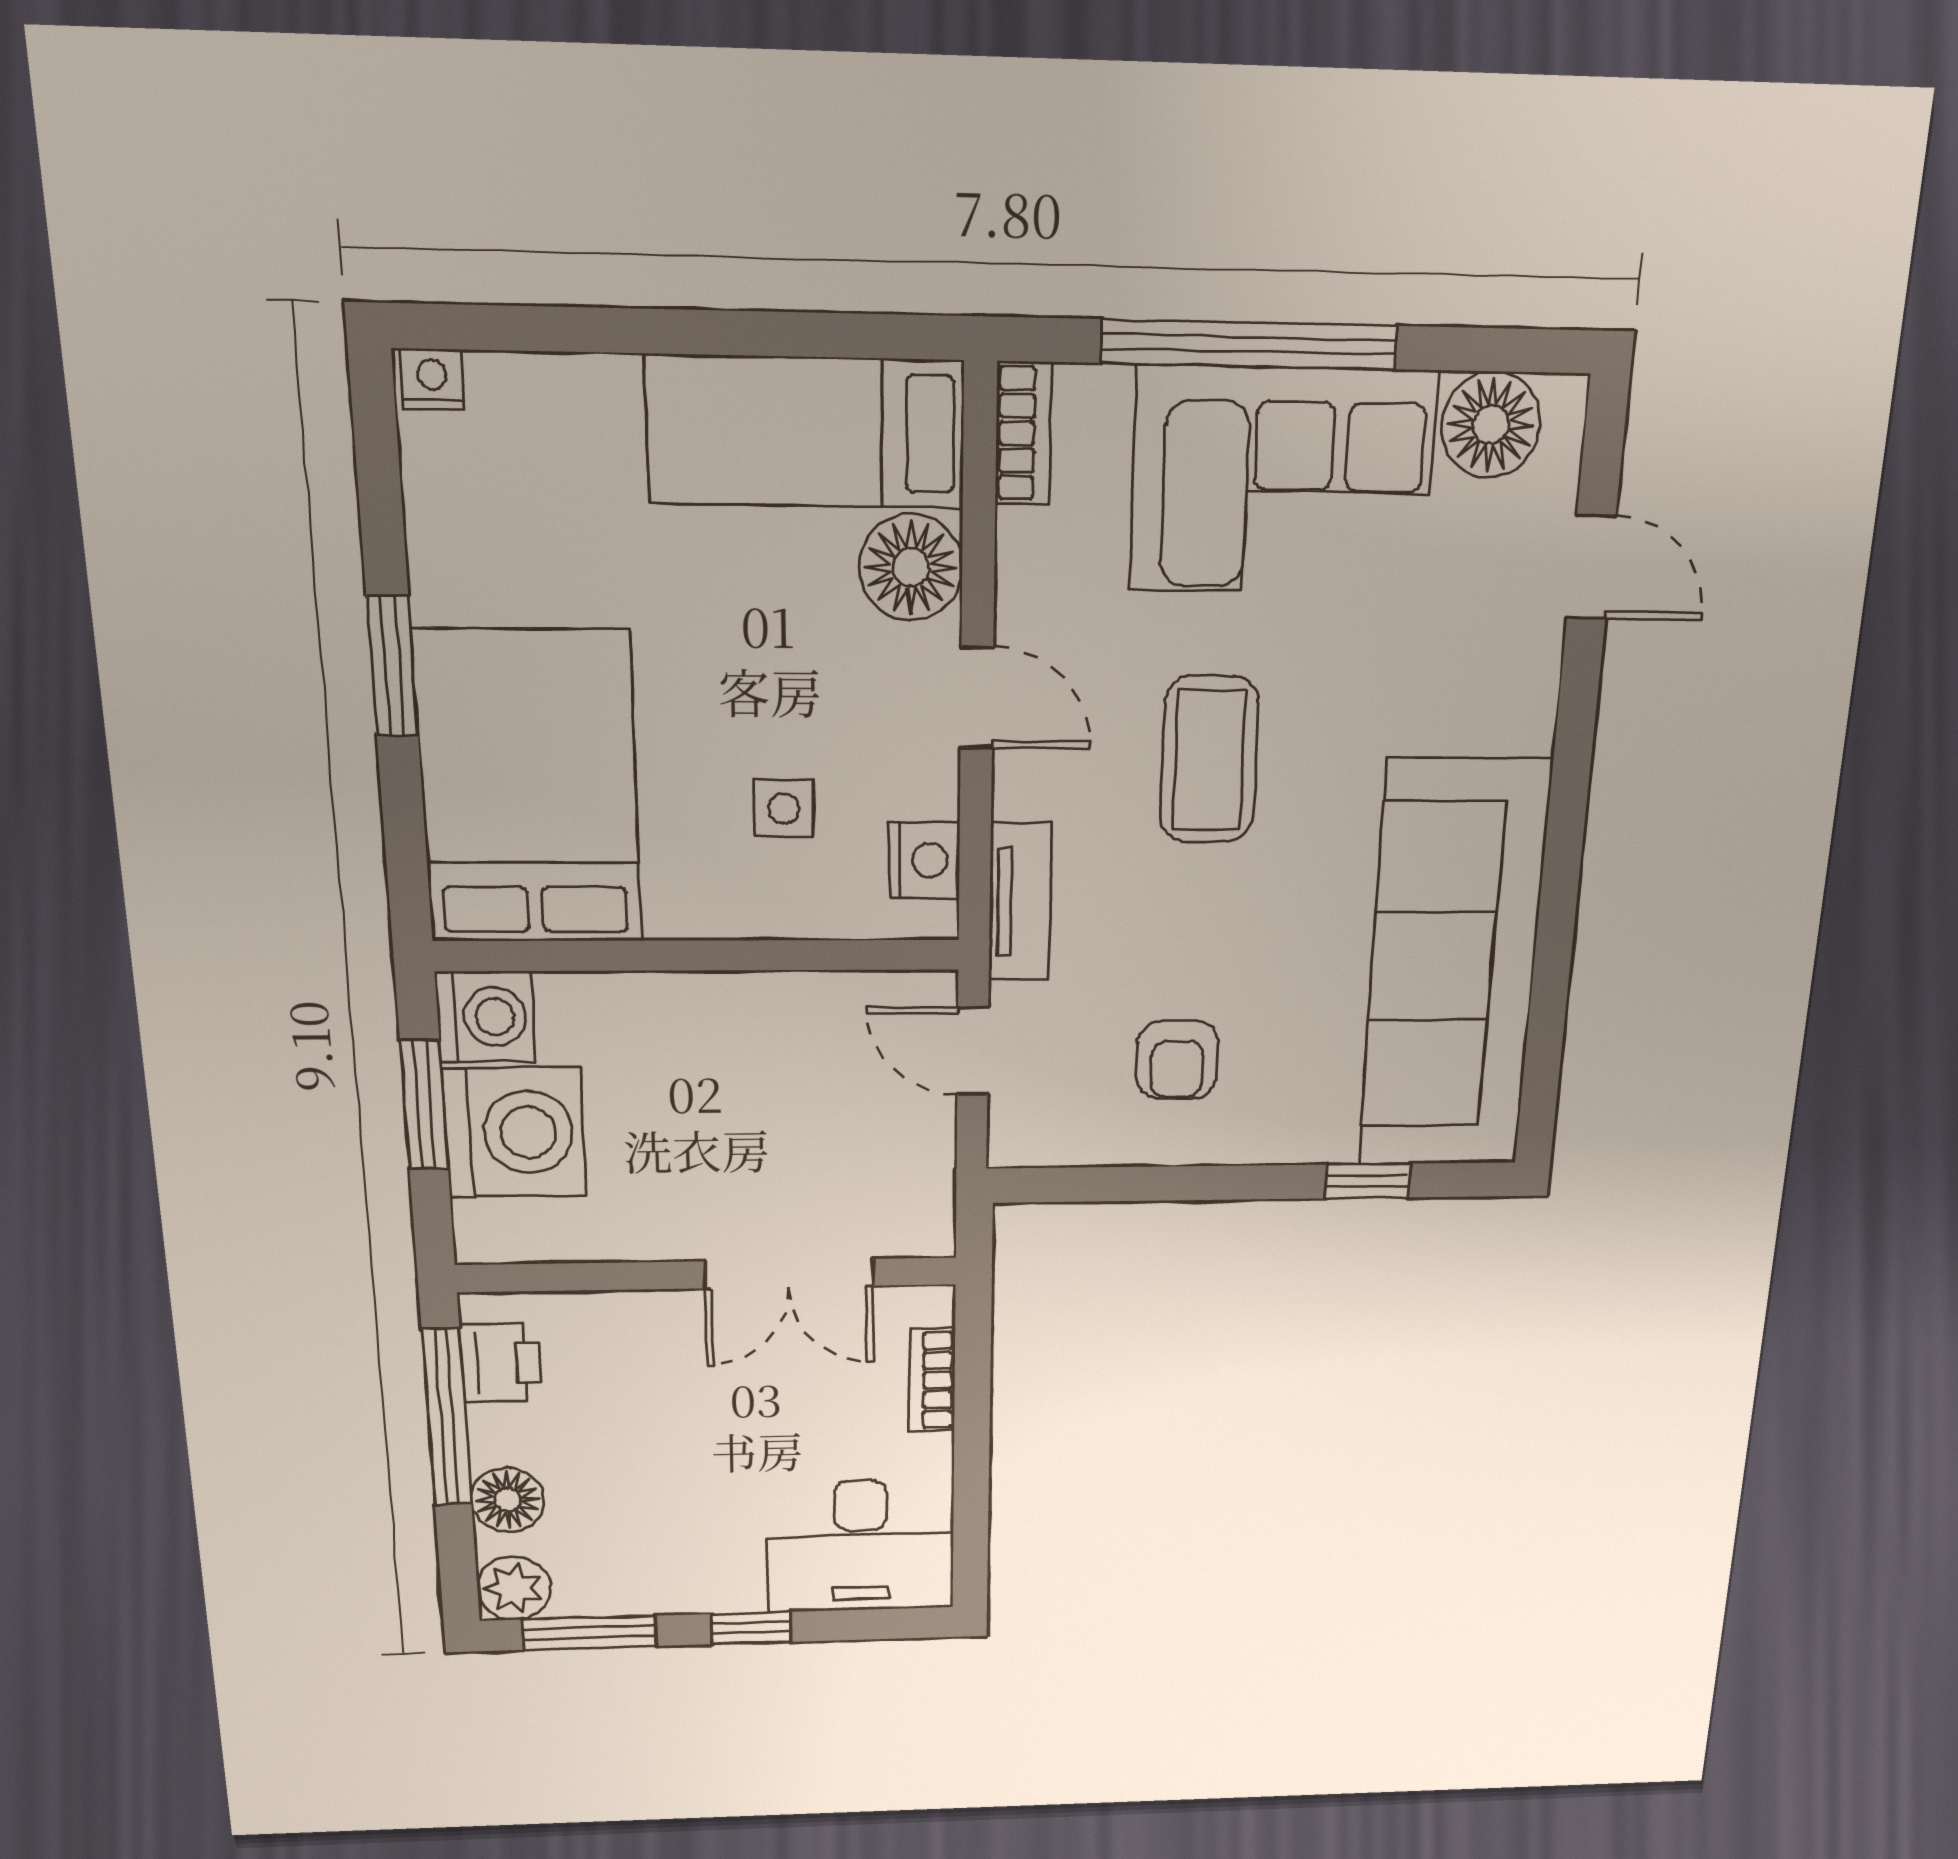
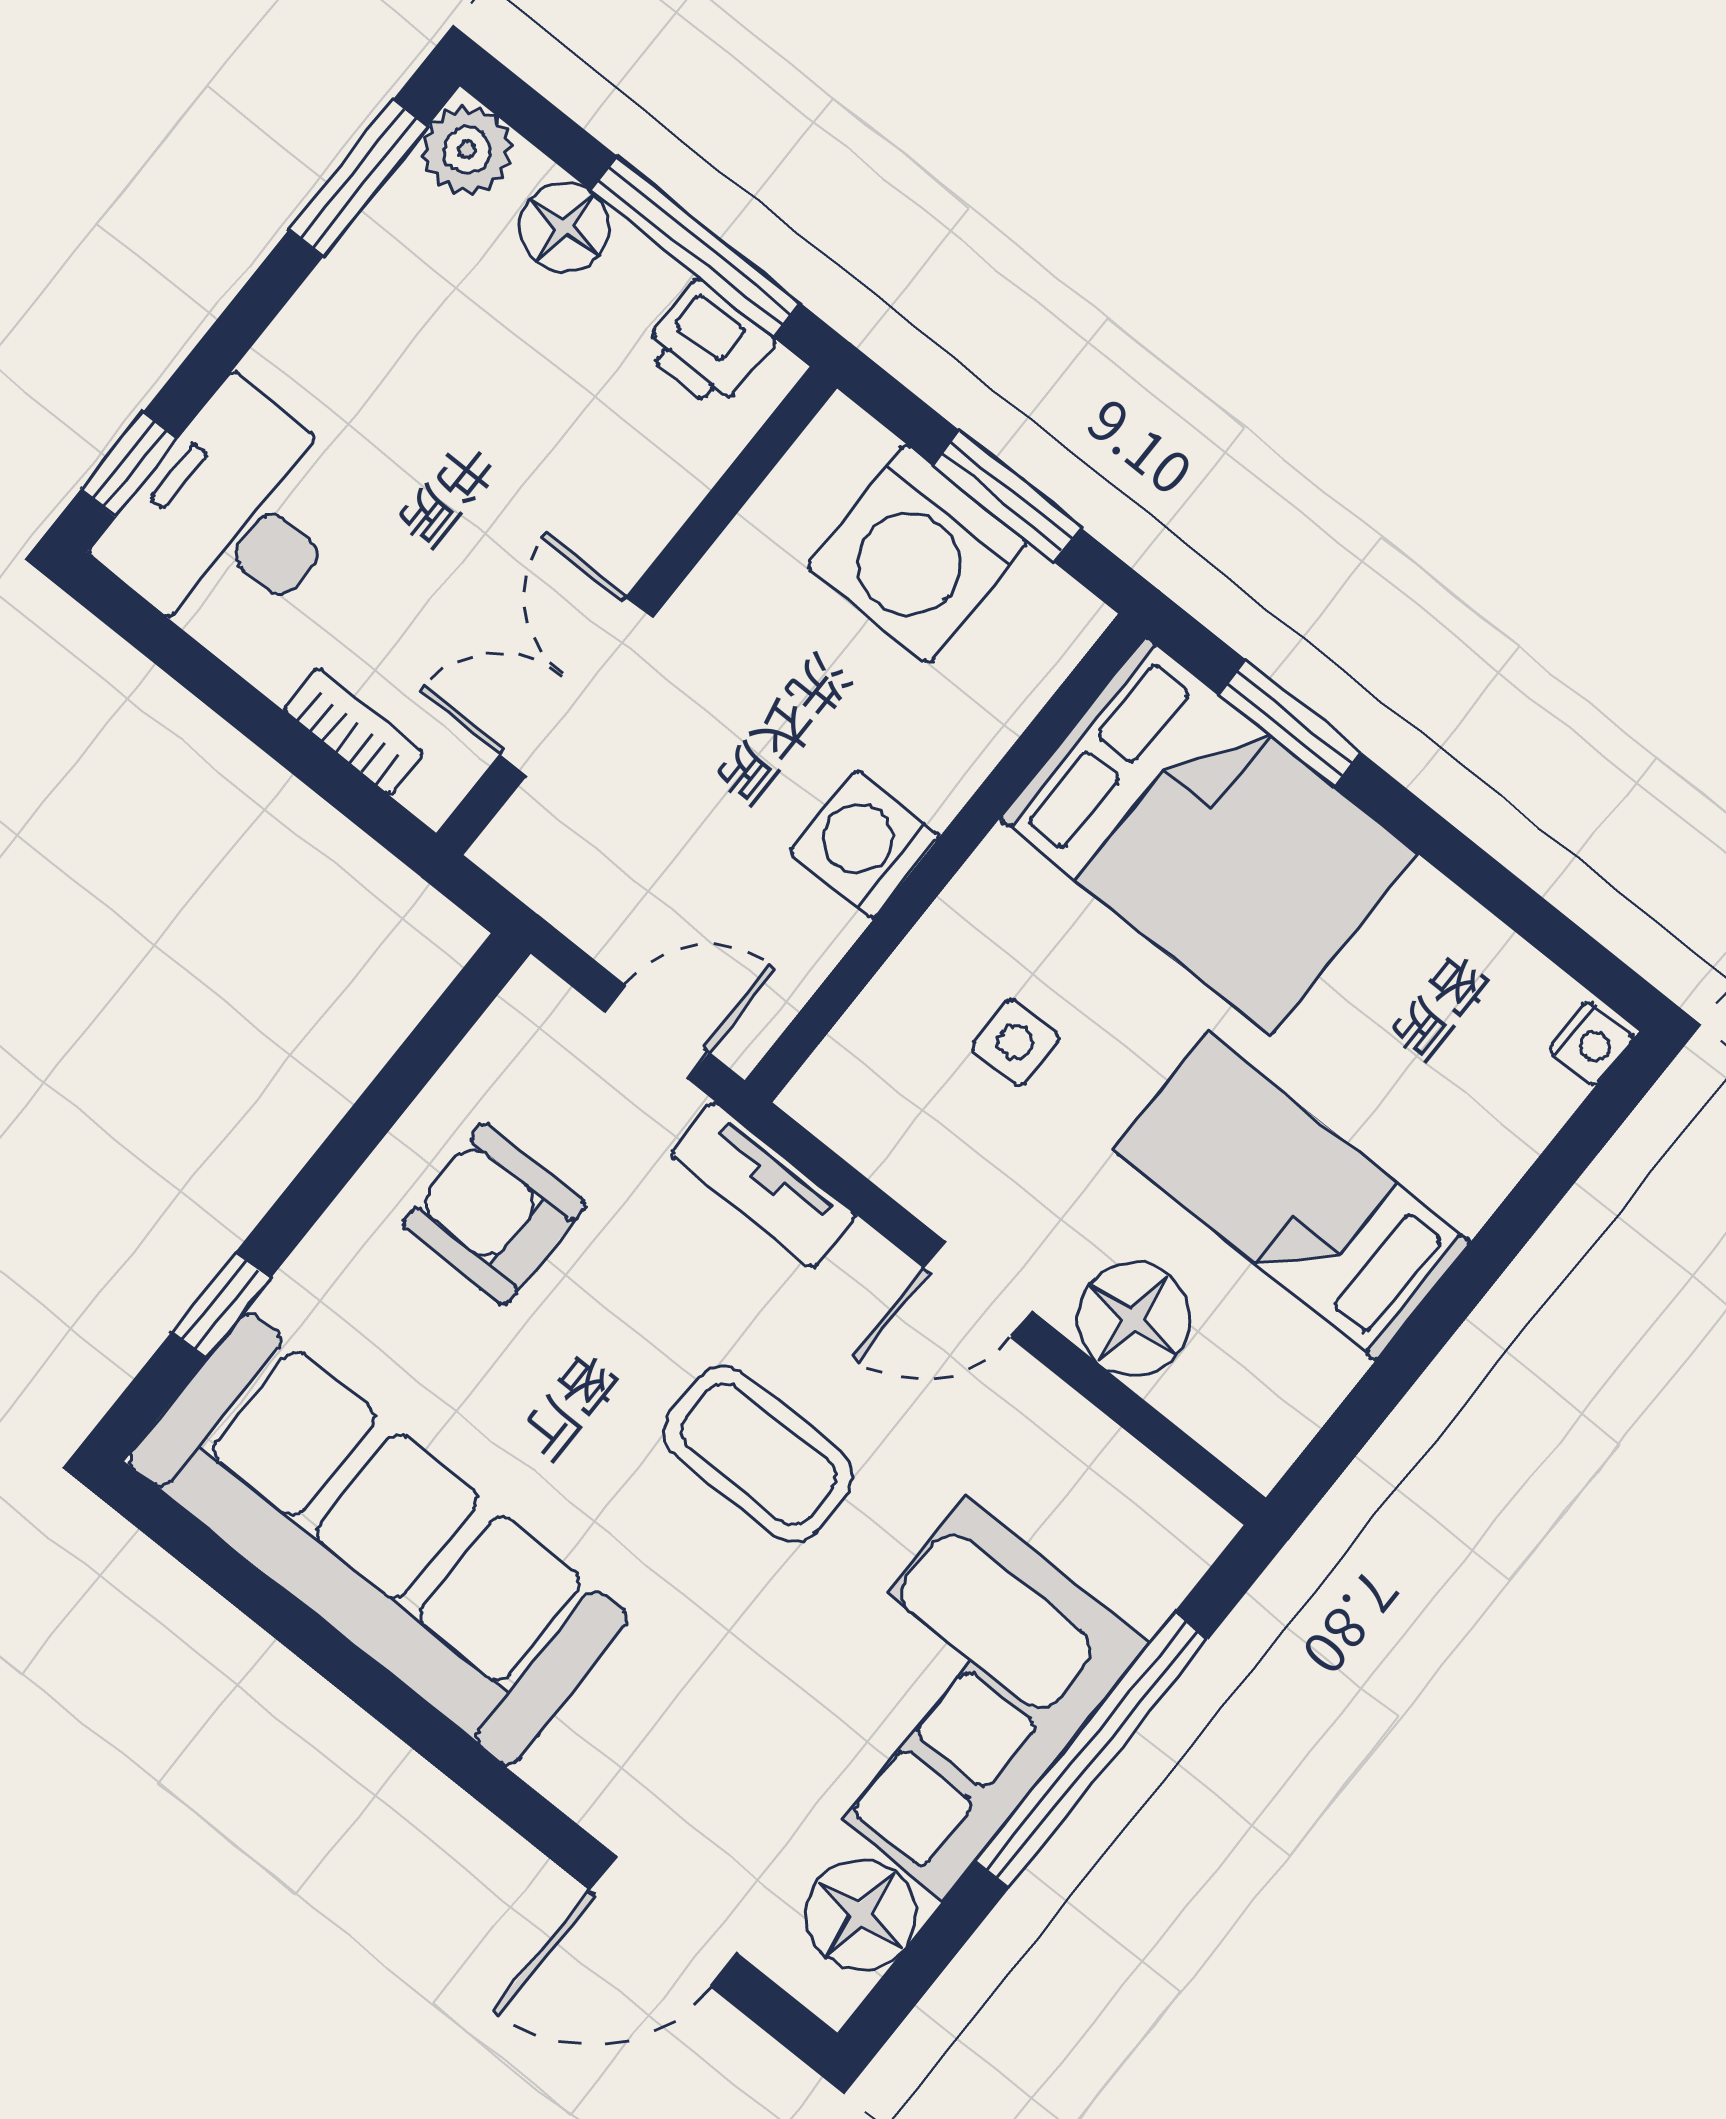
bed: (806, 432) -> (1292, 1196), moved, turned -90
bookcase: (1023, 433) -> (1168, 1502), removed
door: (1591, 567) -> (663, 1921), width x1.38
window: (392, 666) -> (1290, 723), moved
nightstand: (924, 860) -> (871, 1129), removed
washing machine: (485, 1017) -> (864, 844), moved, turned 90
armchair: (1177, 1060) -> (494, 1214), width x1.38, depth x1.38
window: (751, 1628) -> (129, 464), moved

